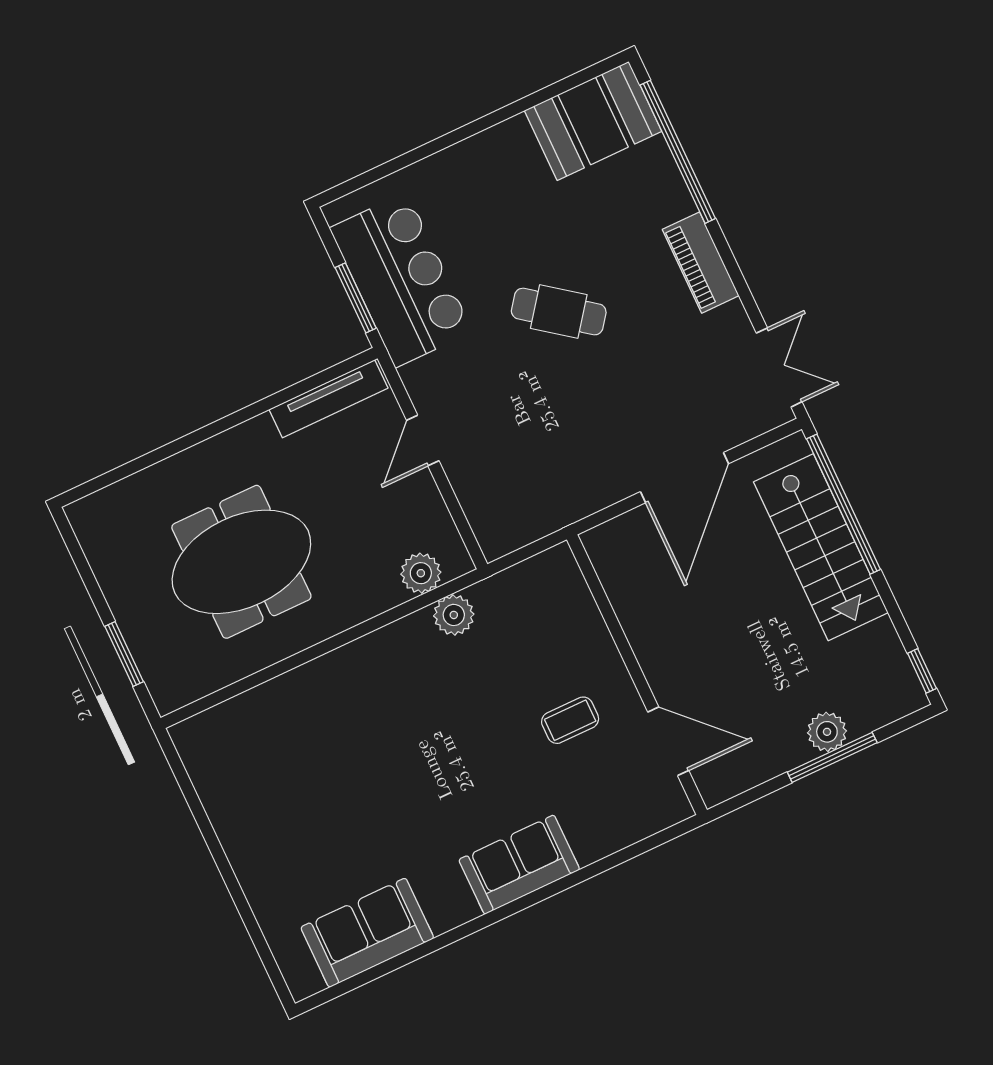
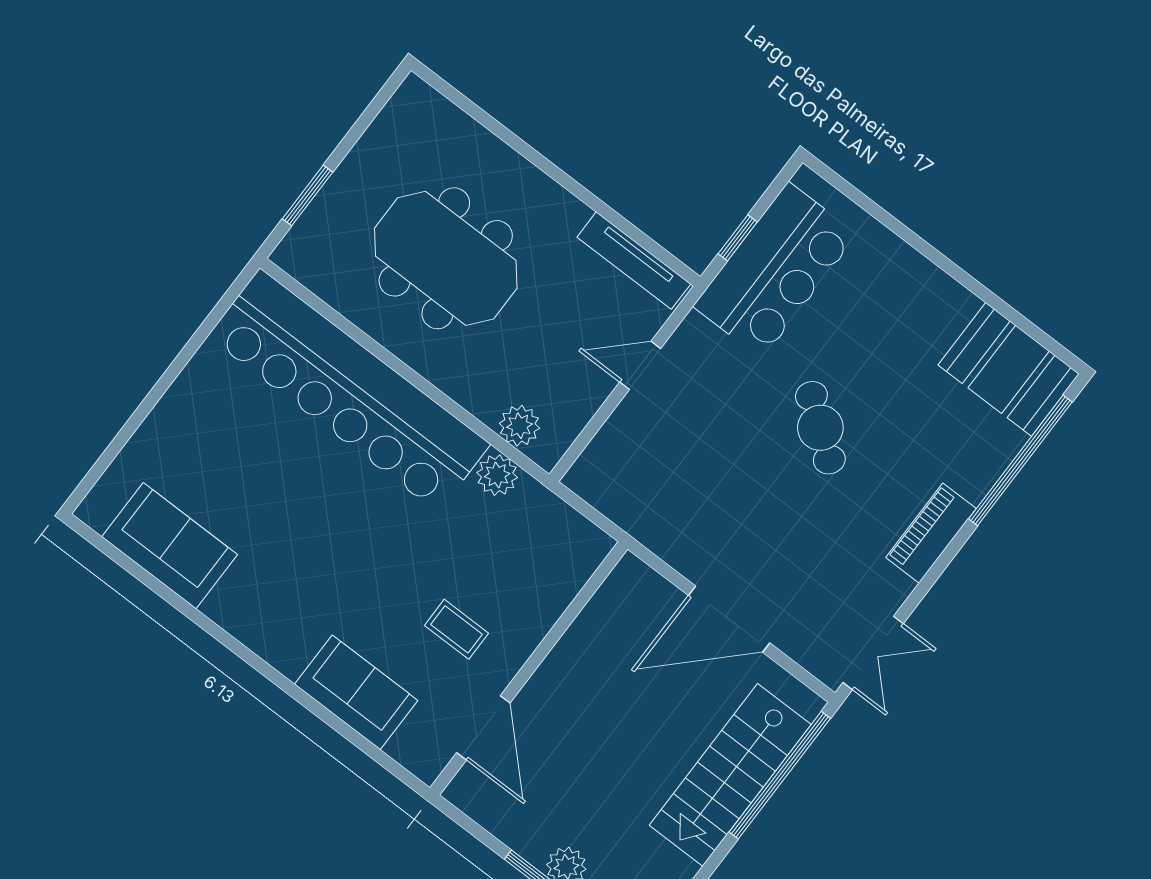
window: (356, 298) -> (738, 238), width x0.67
bar counter: (313, 706) -> (349, 390), added
sofa: (519, 865) -> (356, 692), moved

